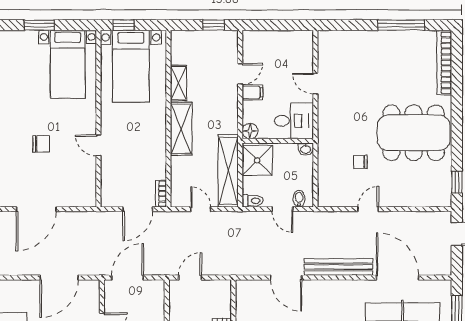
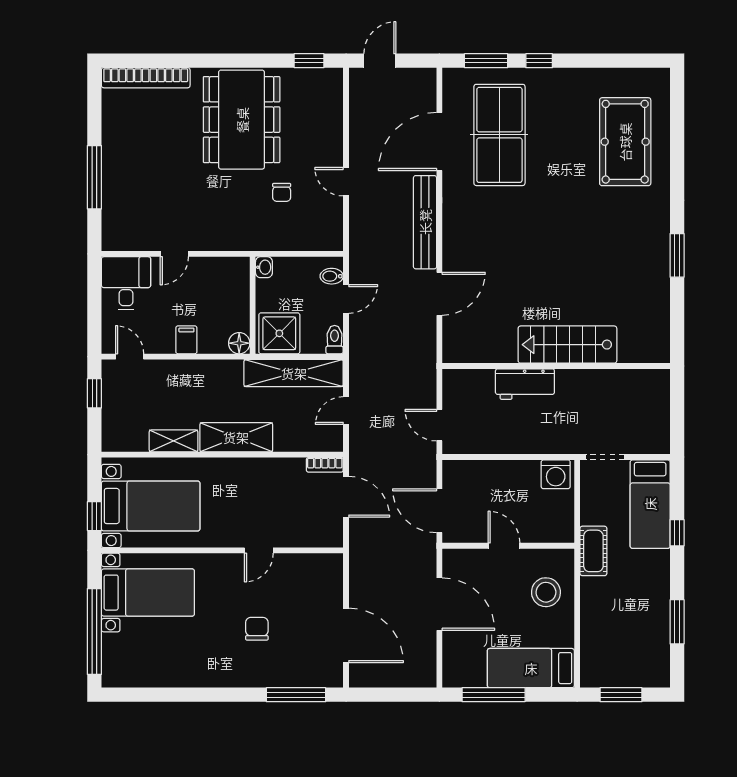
window: (39, 25) -> (94, 631), width x2.11
window: (401, 25) -> (94, 177), moved
door: (240, 74) -> (130, 357), moved
desk: (294, 121) -> (126, 283), moved

